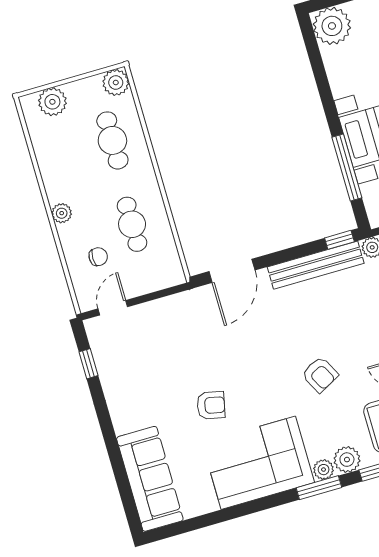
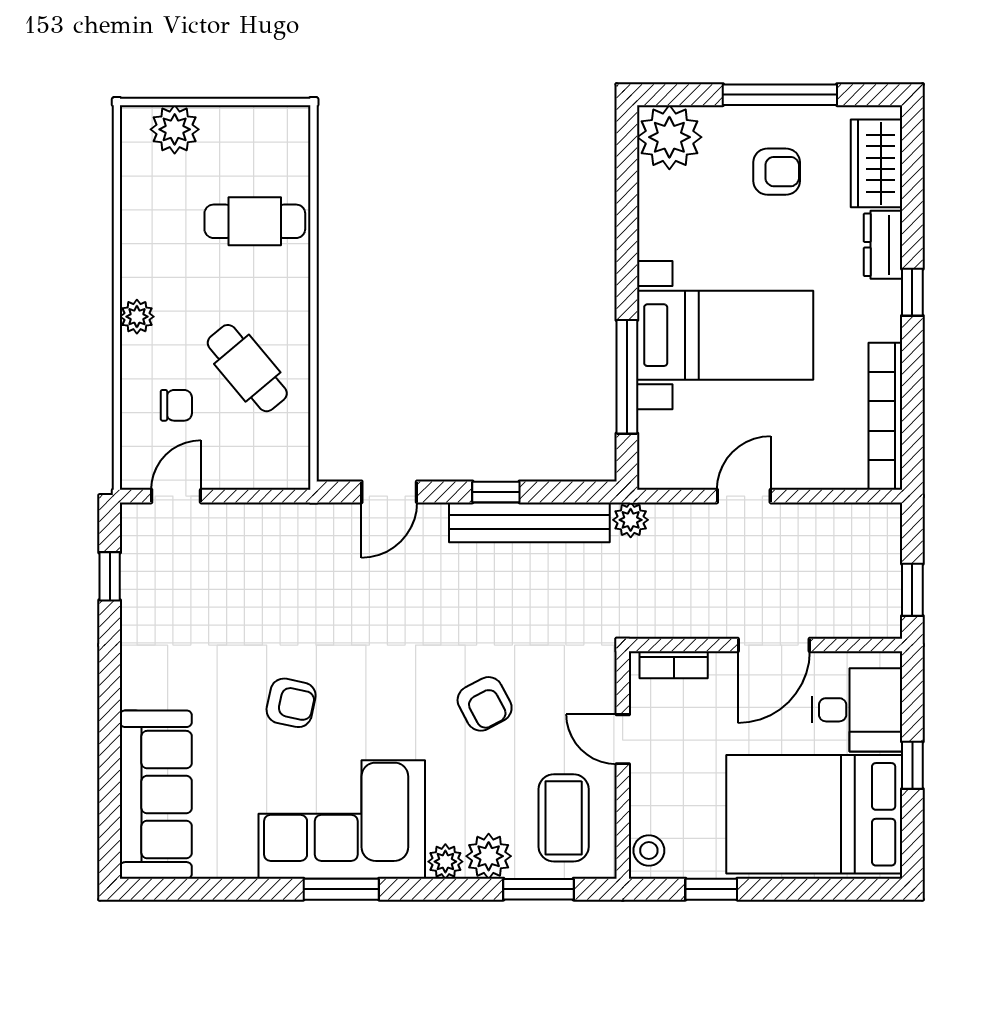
plant: (116, 83) -> (288, 128), removed
cafe table: (112, 140) -> (255, 221), turned 90
cafe table: (132, 224) -> (247, 368), turned -40
window: (339, 240) -> (496, 492), moved
door: (232, 271) -> (389, 492), width x0.73
window: (319, 488) -> (341, 889), moved

